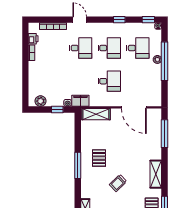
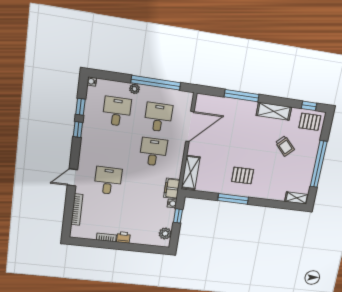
window: (148, 20) -> (80, 107), moved
printer: (33, 39) -> (123, 237), moved
desk: (109, 48) -> (158, 117), moved
window: (165, 61) -> (156, 83), moved
window: (165, 134) -> (242, 96), moved
window: (78, 165) -> (233, 199), moved
trolley: (118, 183) -> (285, 146), moved

